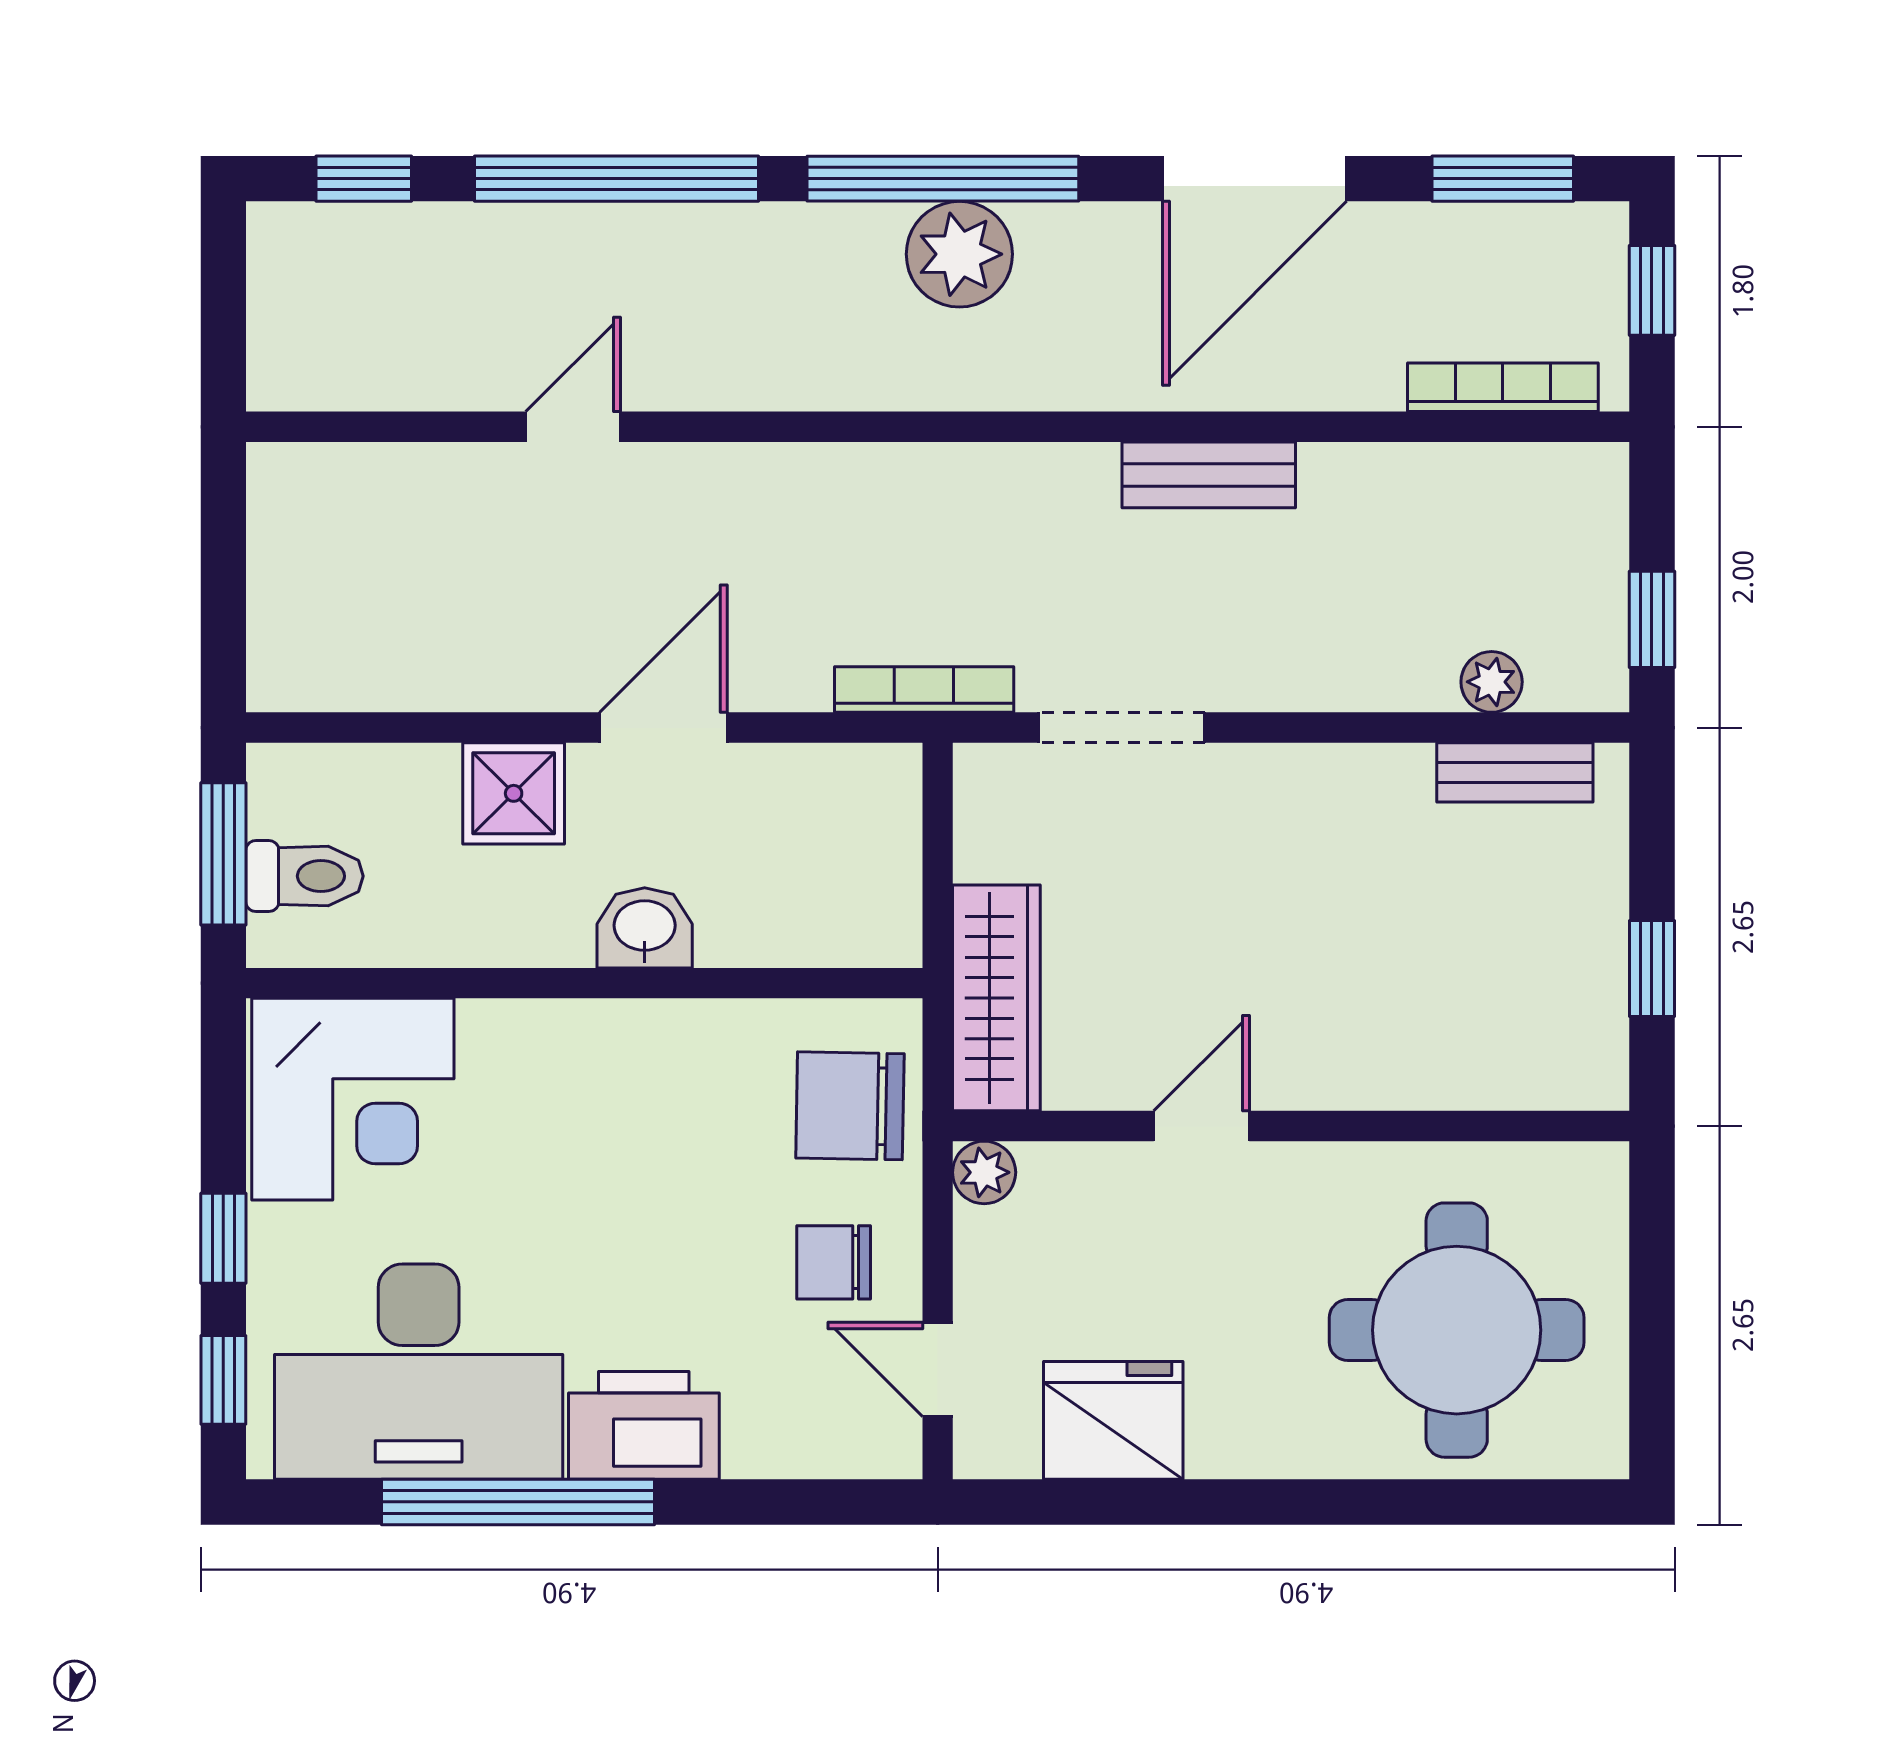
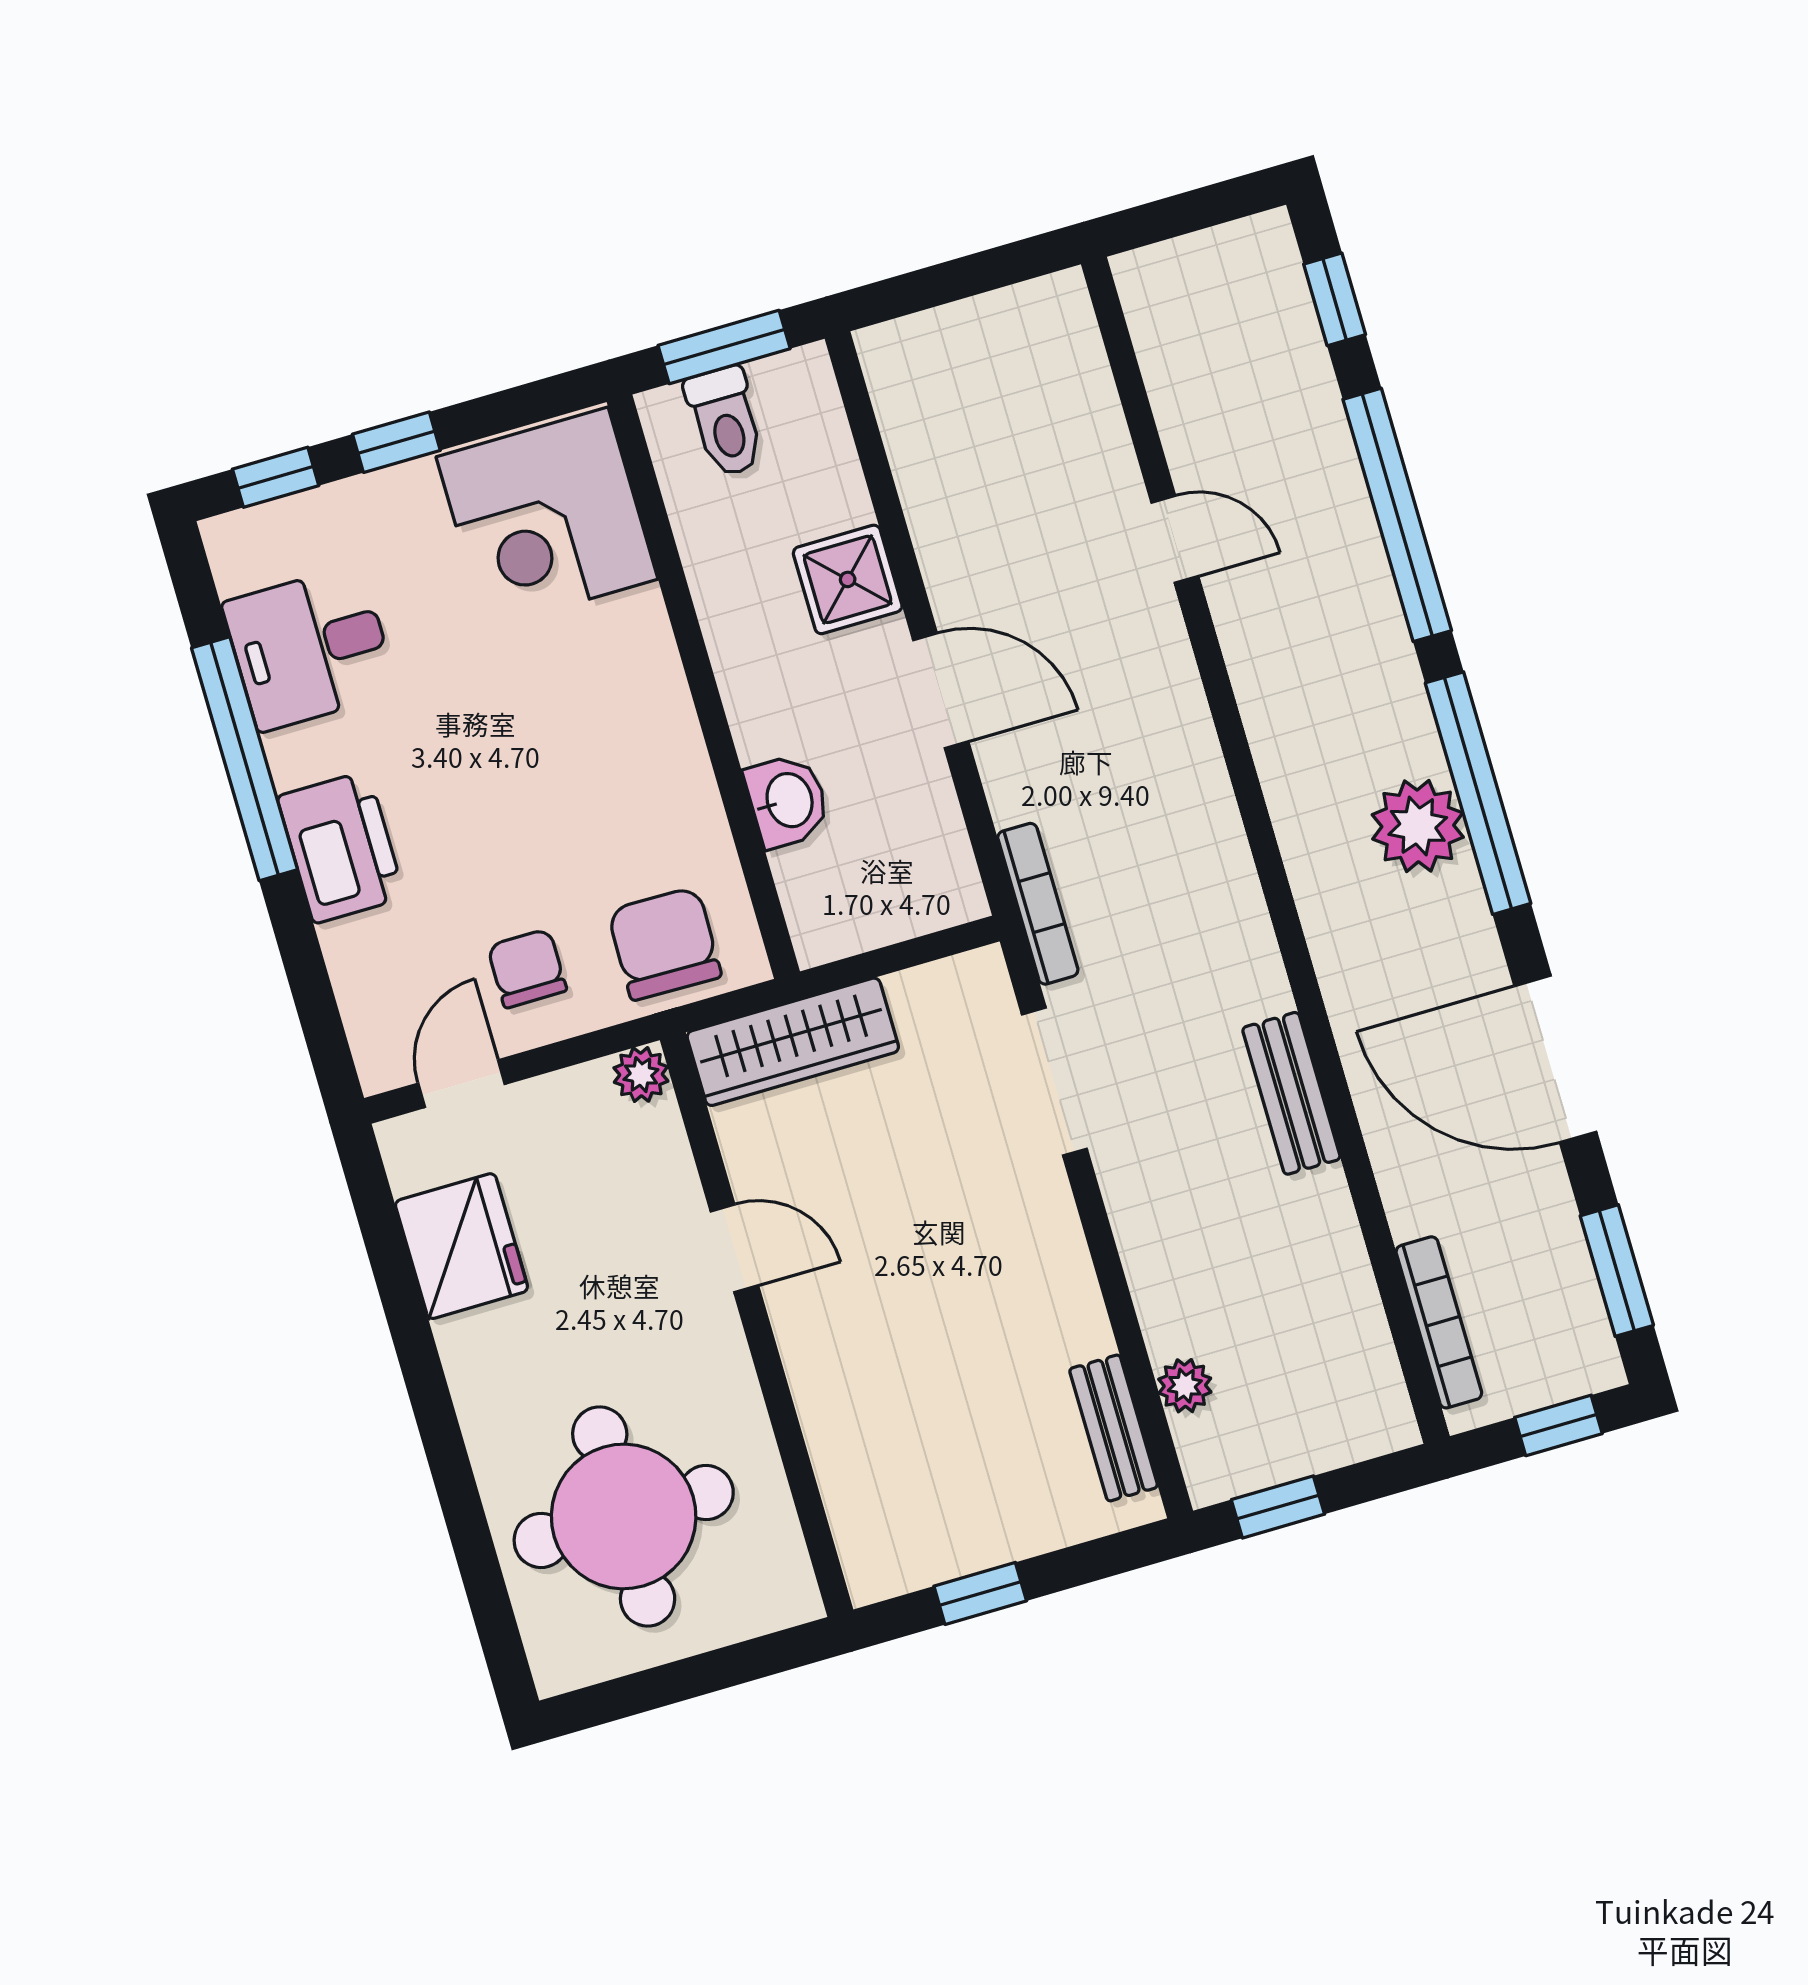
washbasin: (645, 928) -> (787, 801), moved
desk: (419, 1372) -> (310, 648), width x0.53, depth x0.77

